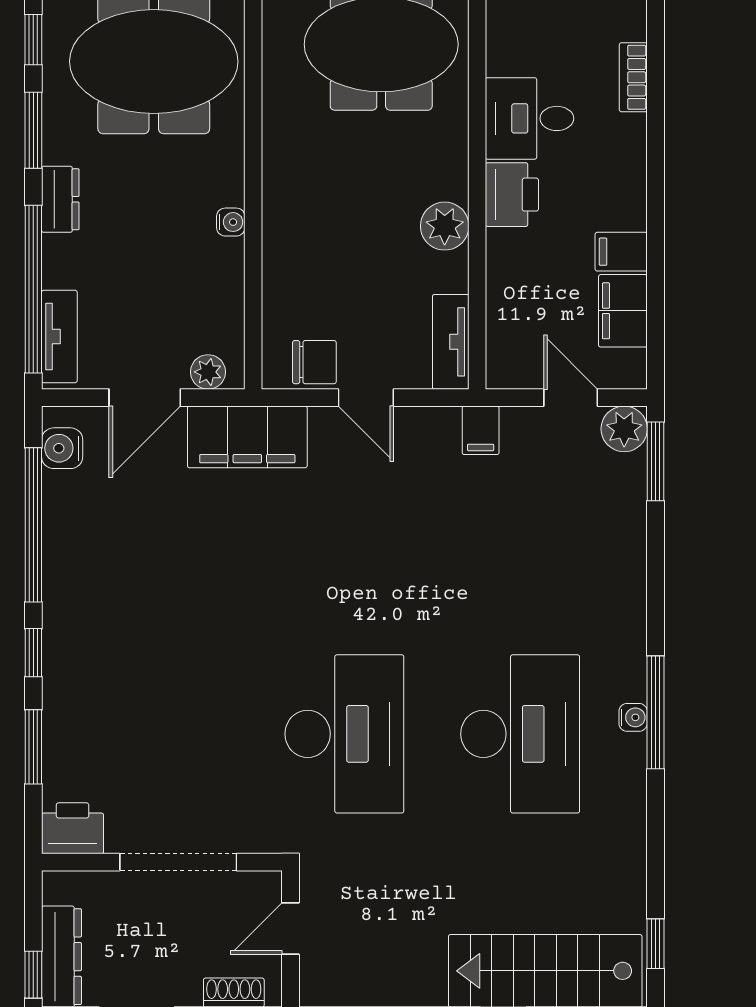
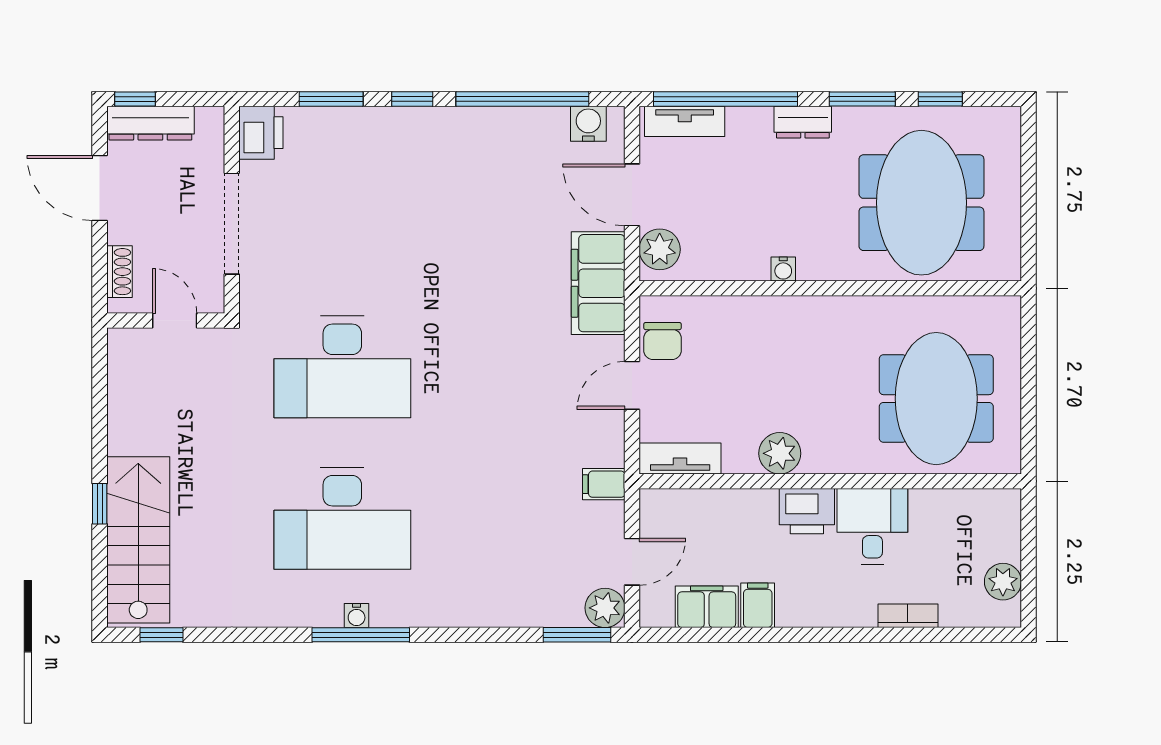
plant: (208, 372) -> (660, 249), width x1.38, depth x1.38

